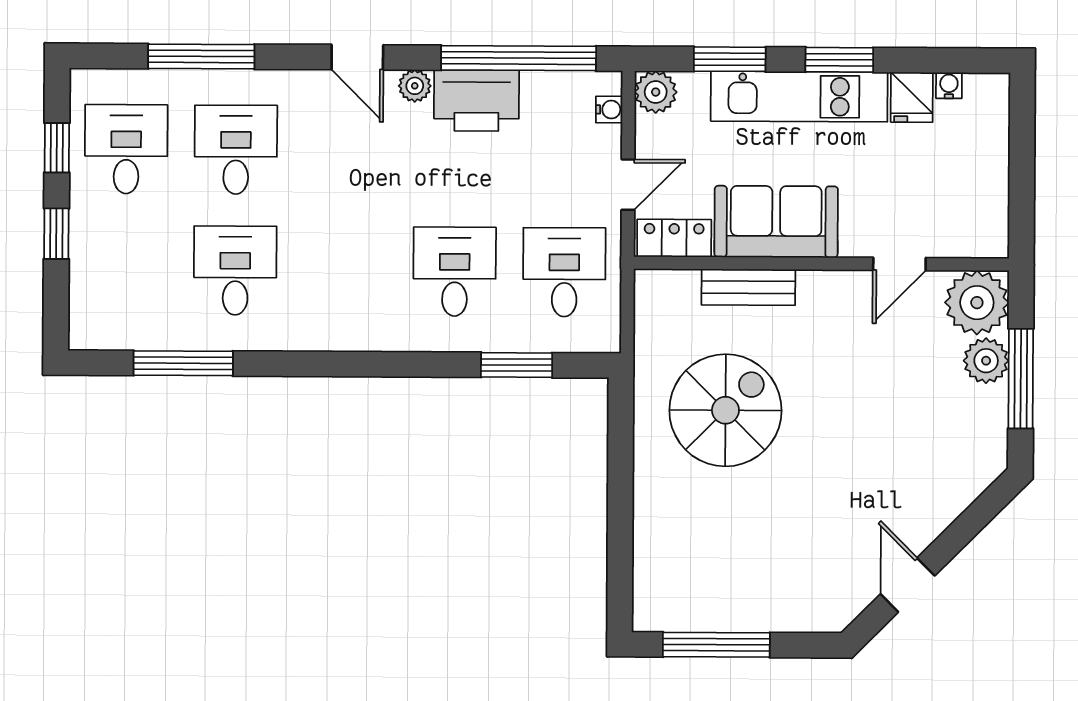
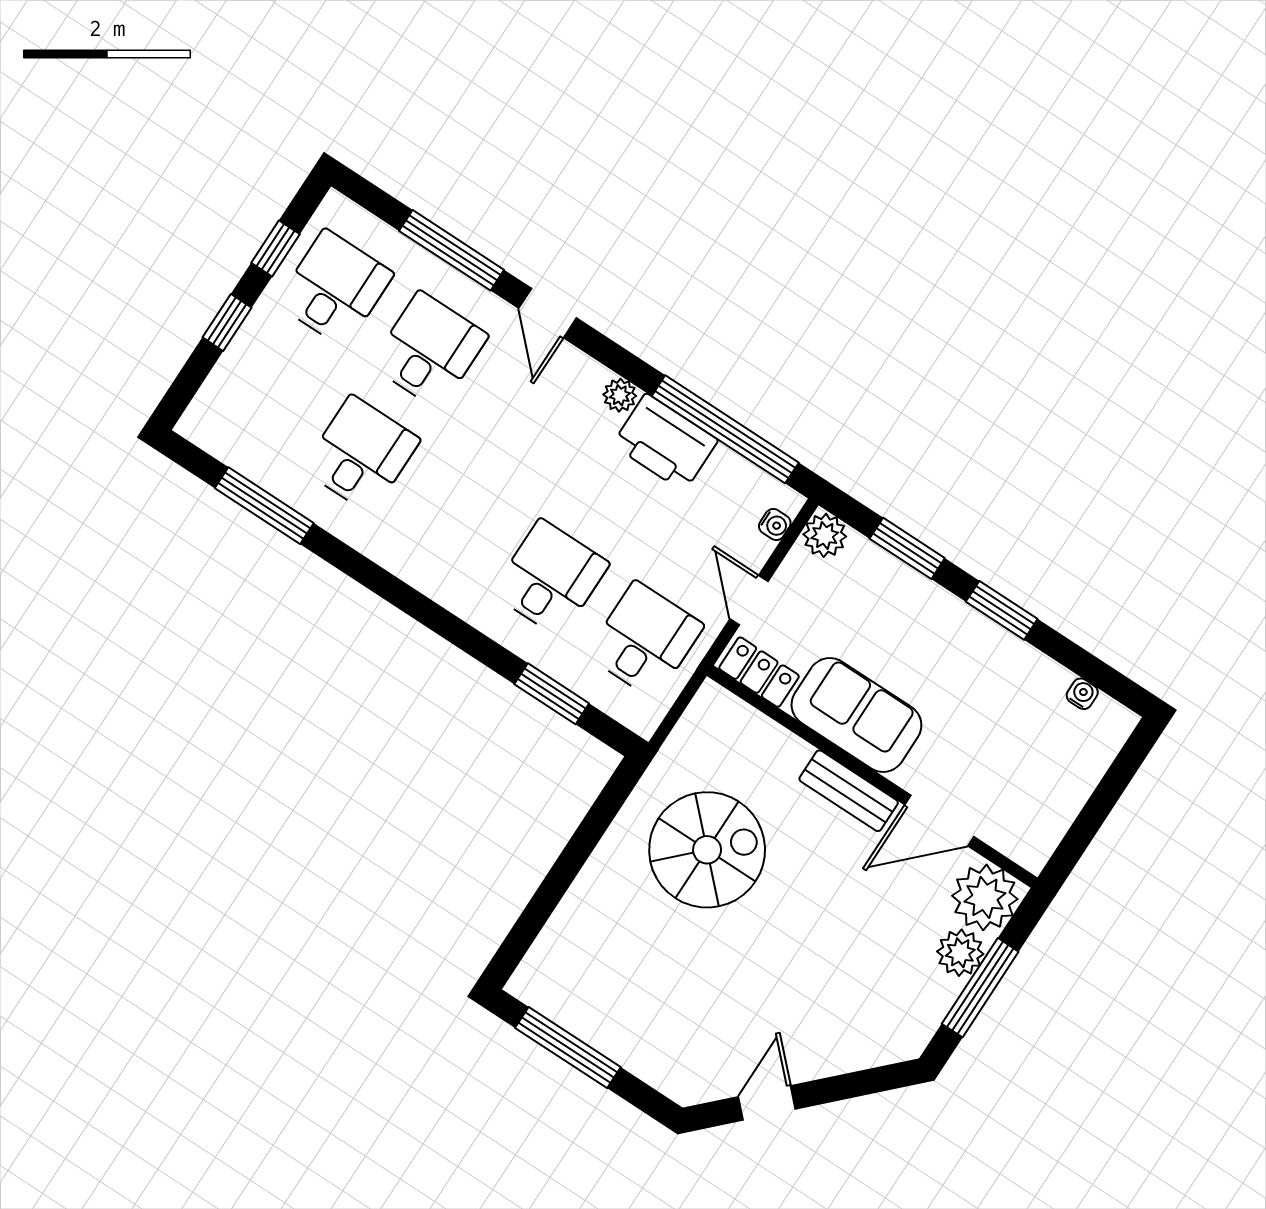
door: (357, 57) -> (548, 313), moved
kitchen unit: (799, 97) -> (946, 620), removed
fridge: (912, 97) -> (1043, 683), removed
door: (628, 185) -> (749, 600), swing flipped
door: (899, 264) -> (939, 821), width x1.37
bench: (748, 287) -> (849, 791), moved

